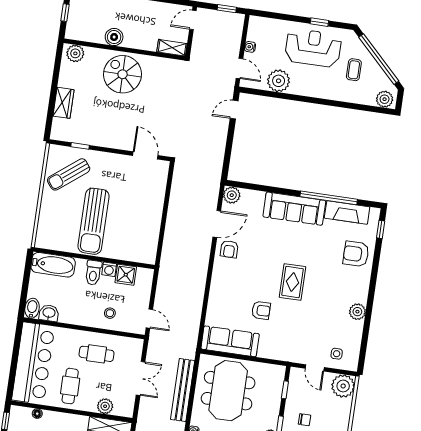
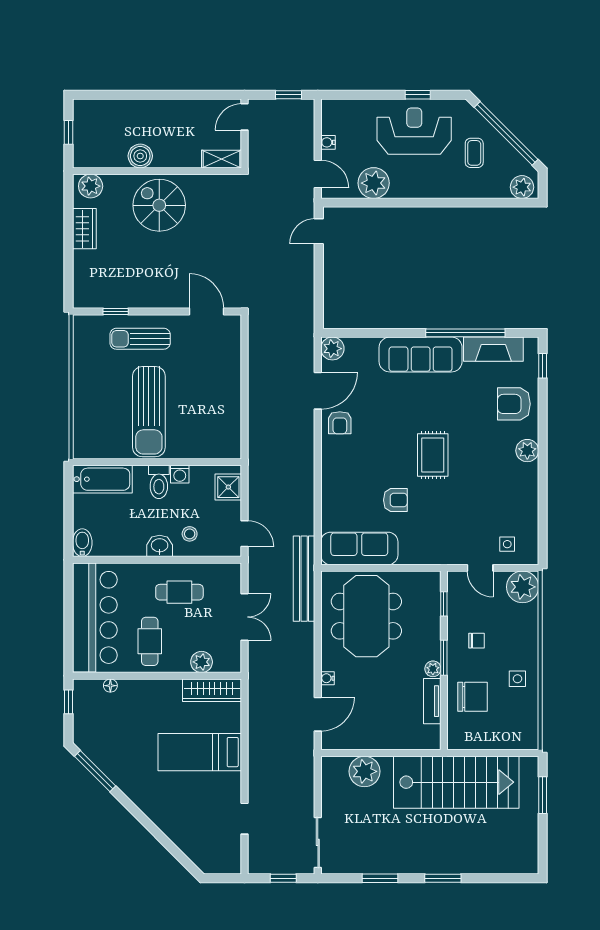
wardrobe: (63, 103) -> (84, 229), moved
sun lounger: (69, 174) -> (140, 339), moved, turned 38
shower: (126, 275) -> (228, 487), moved
plant: (357, 312) -> (527, 451), moved
washbasin: (49, 313) -> (160, 546), moved
bench: (183, 390) -> (304, 579), moved

